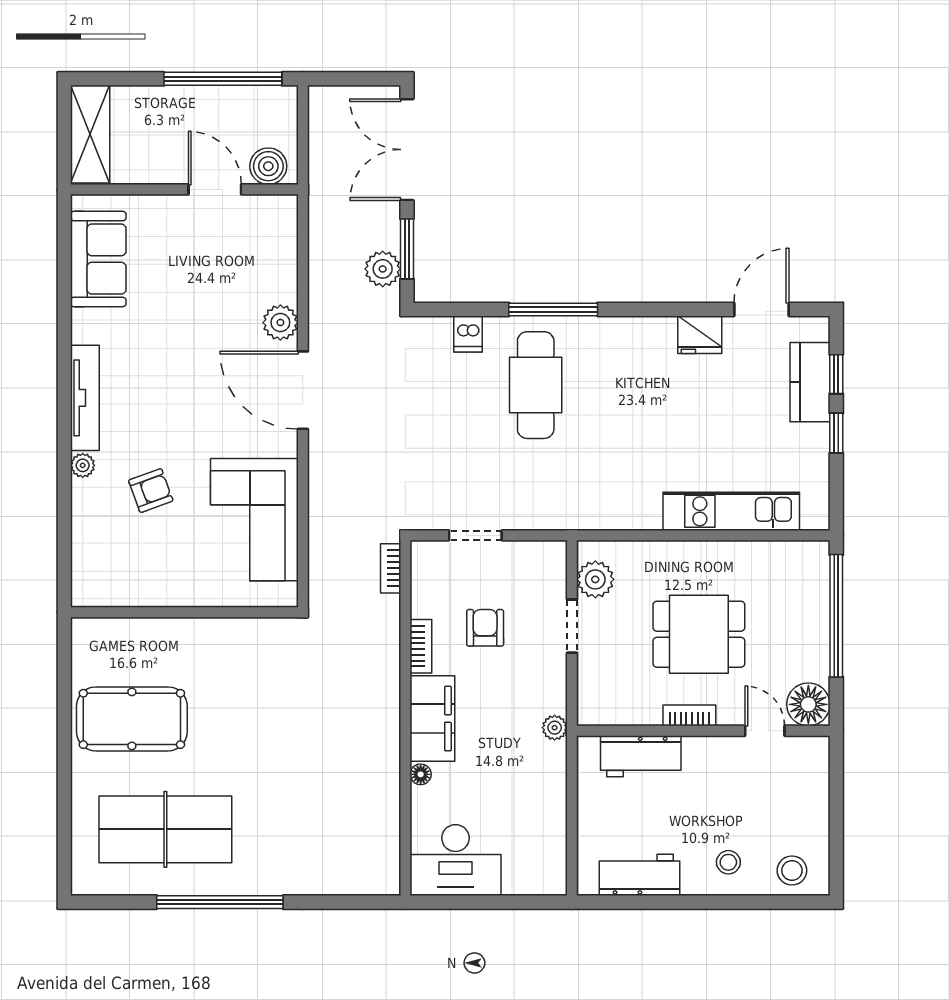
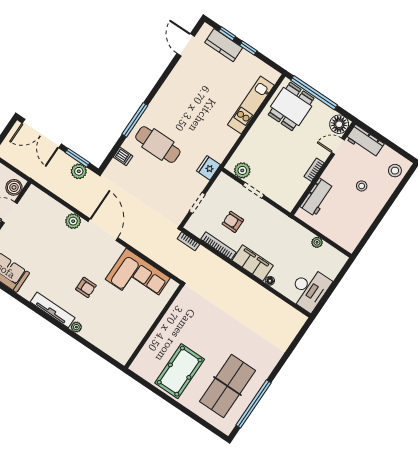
fridge: (700, 335) -> (208, 168), moved, turned 180
door: (303, 390) -> (103, 230), swing flipped
armchair: (151, 491) -> (86, 287), moved, turned 110
dining table: (699, 634) -> (291, 106), moved
bookcase: (421, 646) -> (218, 246), width x1.56
plant: (555, 728) -> (317, 242), moved
stool: (728, 862) -> (362, 186), moved
workbench: (639, 875) -> (365, 141), moved, turned -90
window: (220, 902) -> (253, 404), moved

